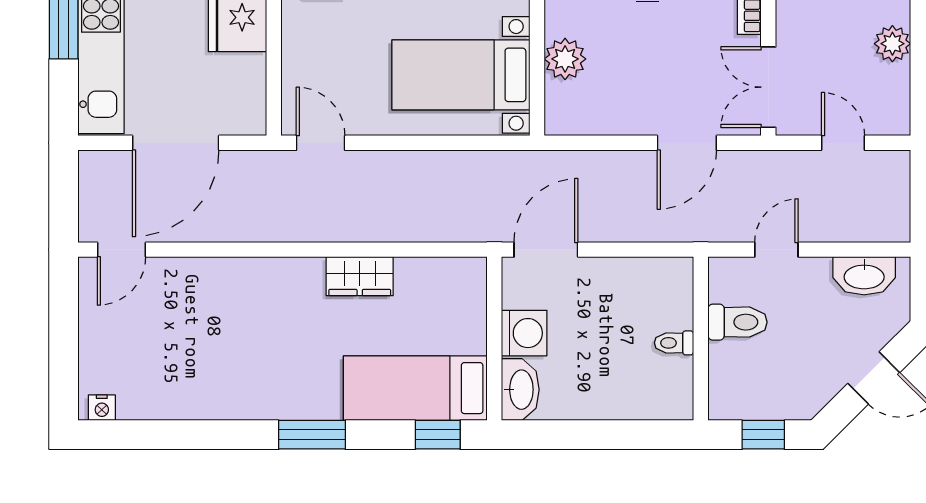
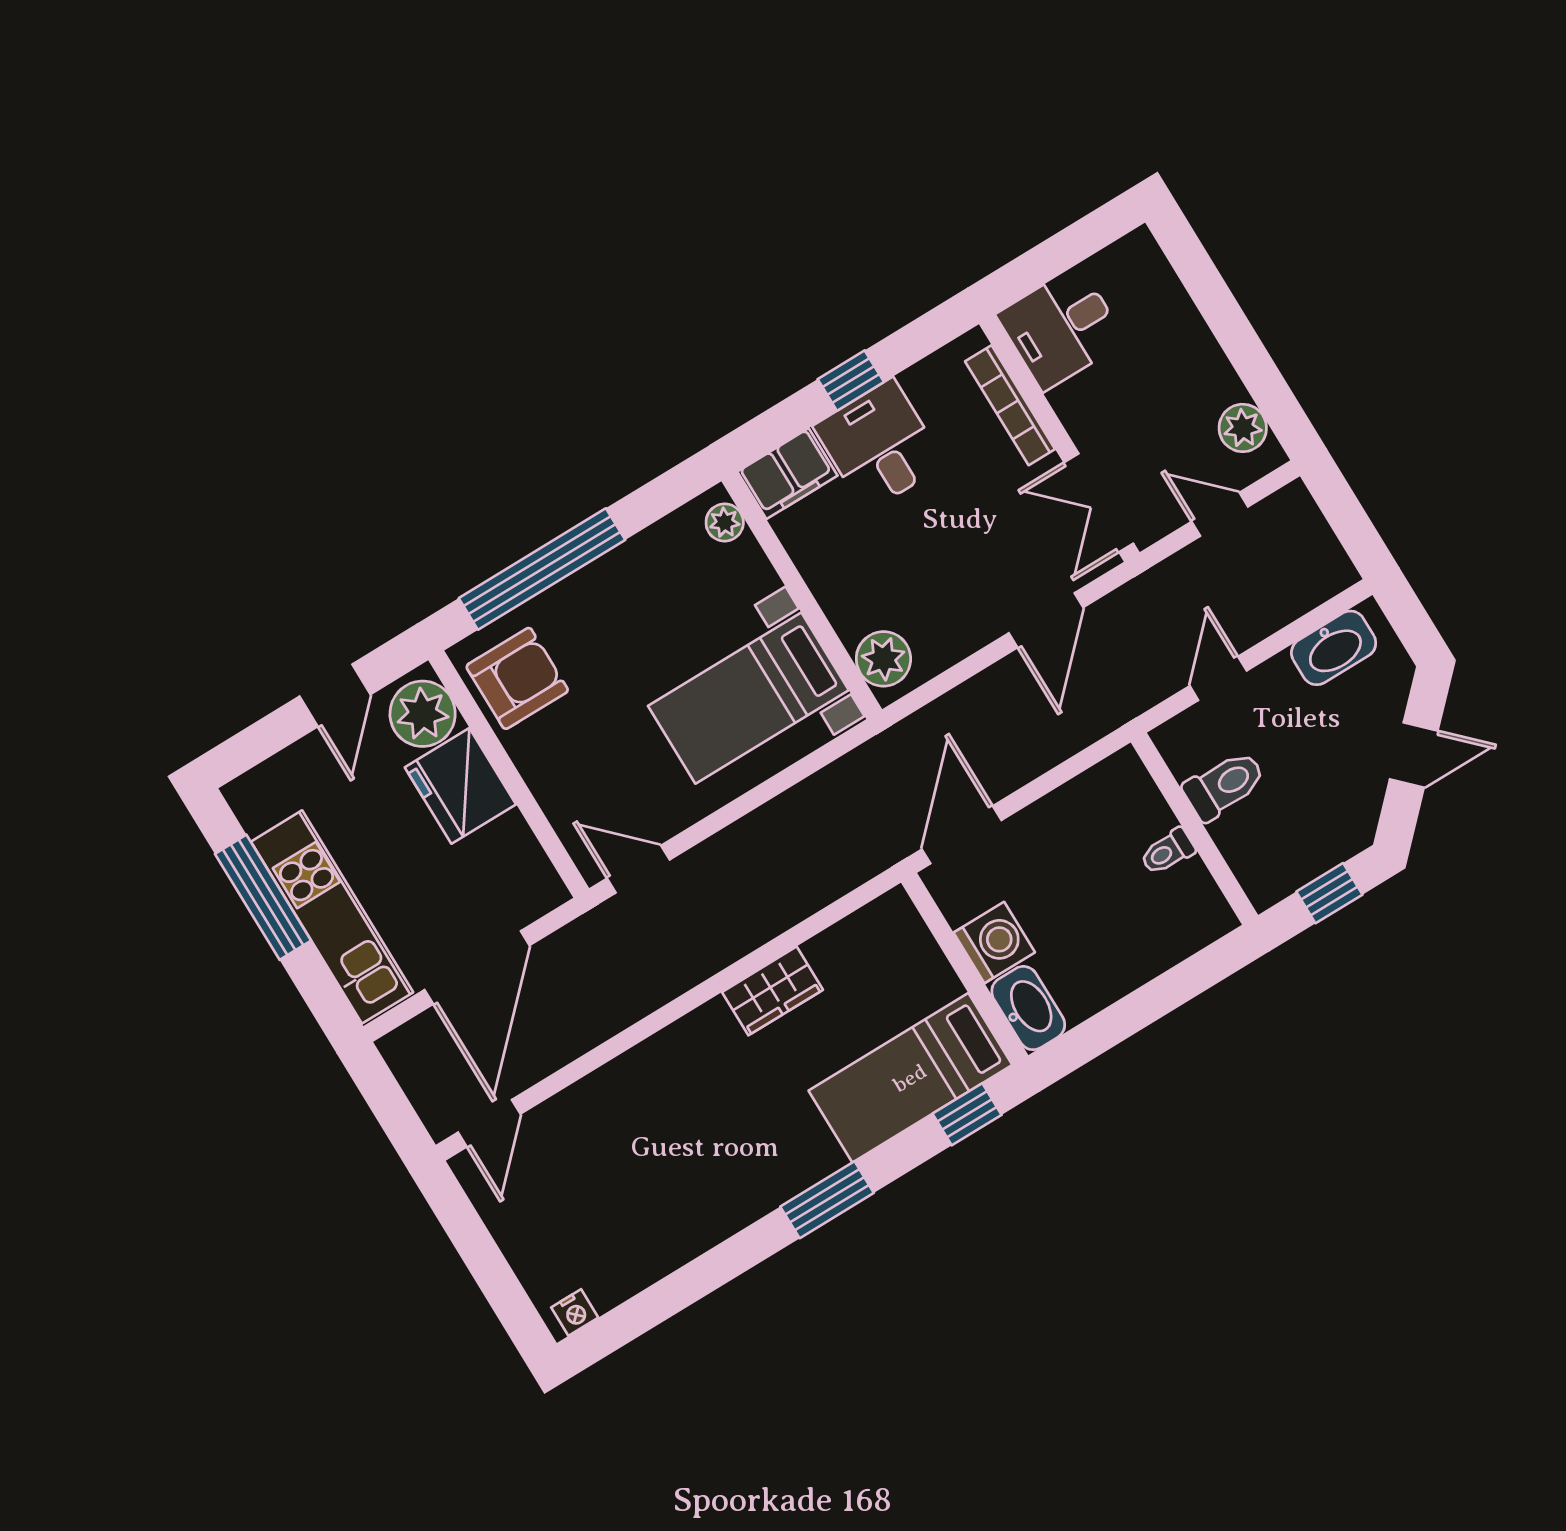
plant: (892, 44) -> (1243, 428), moved
plant: (565, 59) -> (883, 659), moved

